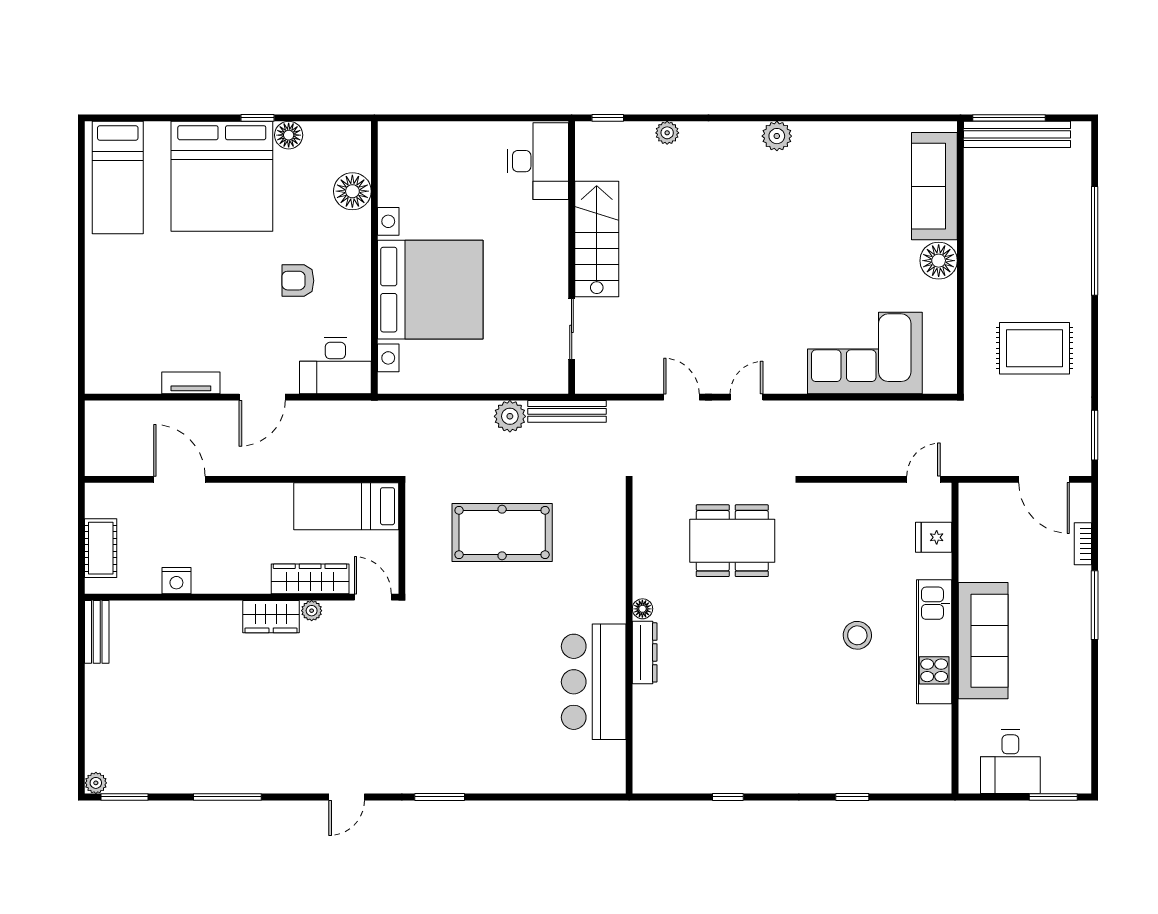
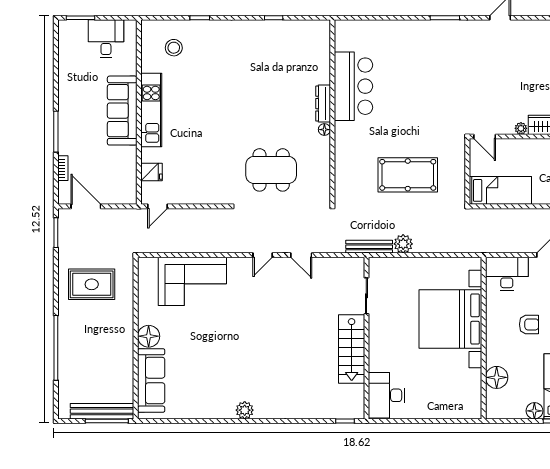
plant: (667, 133) -> (310, 412), removed
wardrobe: (310, 579) -> (522, 147), removed
stool: (857, 635) -> (174, 48), moved

